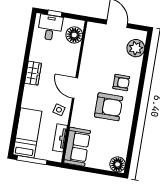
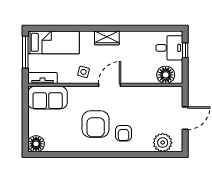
wardrobe: (33, 73) -> (107, 38), moved
tv unit: (60, 138) -> (42, 78), moved

